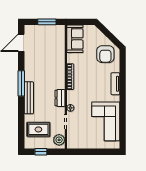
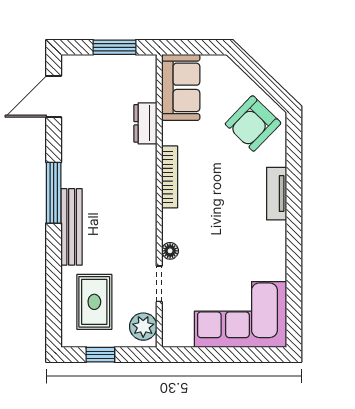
armchair: (105, 54) -> (253, 123), turned 44
dresser: (60, 98) -> (145, 123), moved
corner sofa: (106, 121) -> (240, 315), moved, turned 90
rug: (38, 129) -> (94, 302), turned 90

